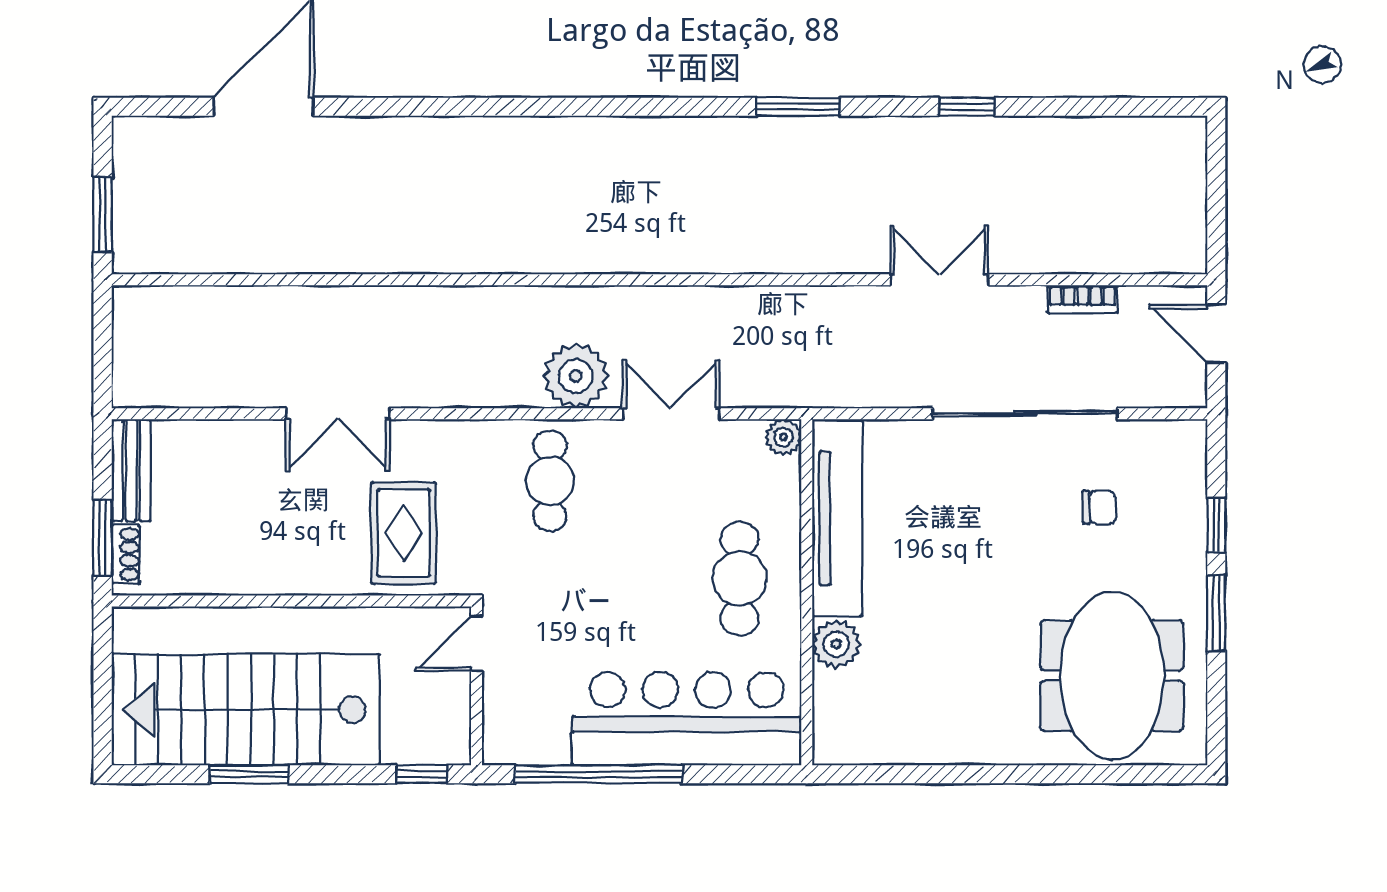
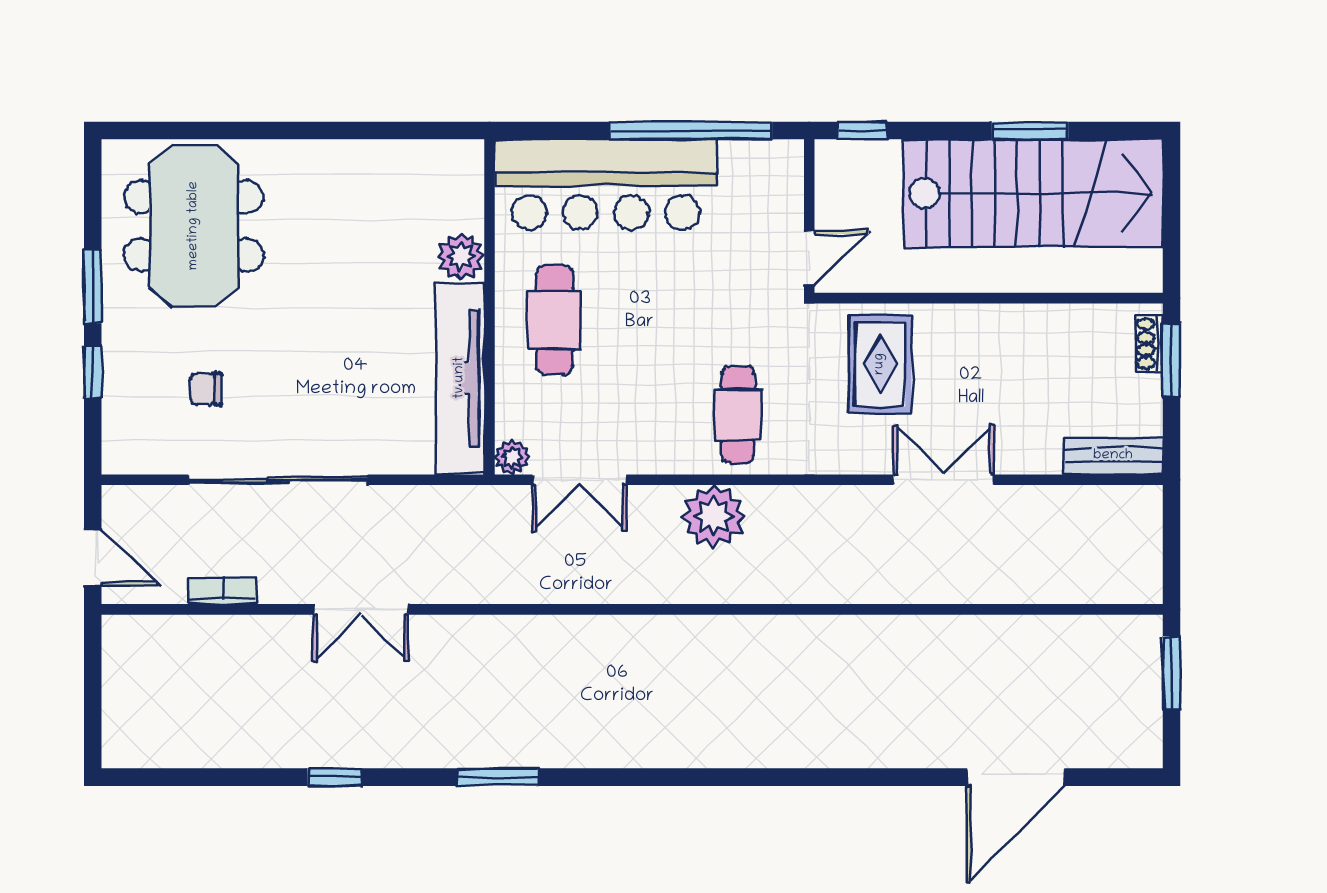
double door: (671, 414) -> (579, 480), moved
bench: (131, 470) -> (1113, 456), moved, turned 90

